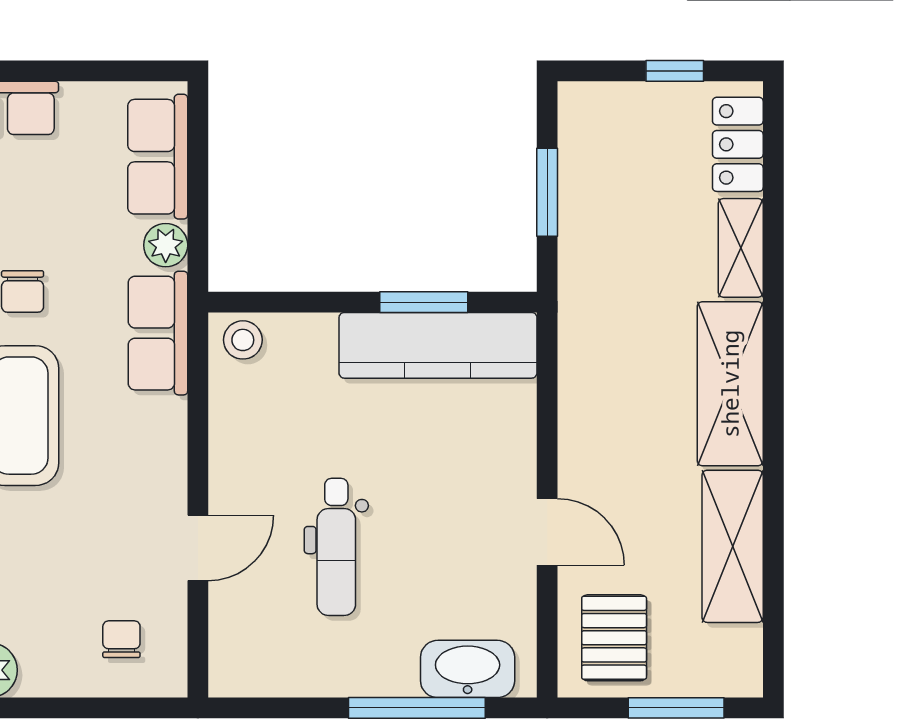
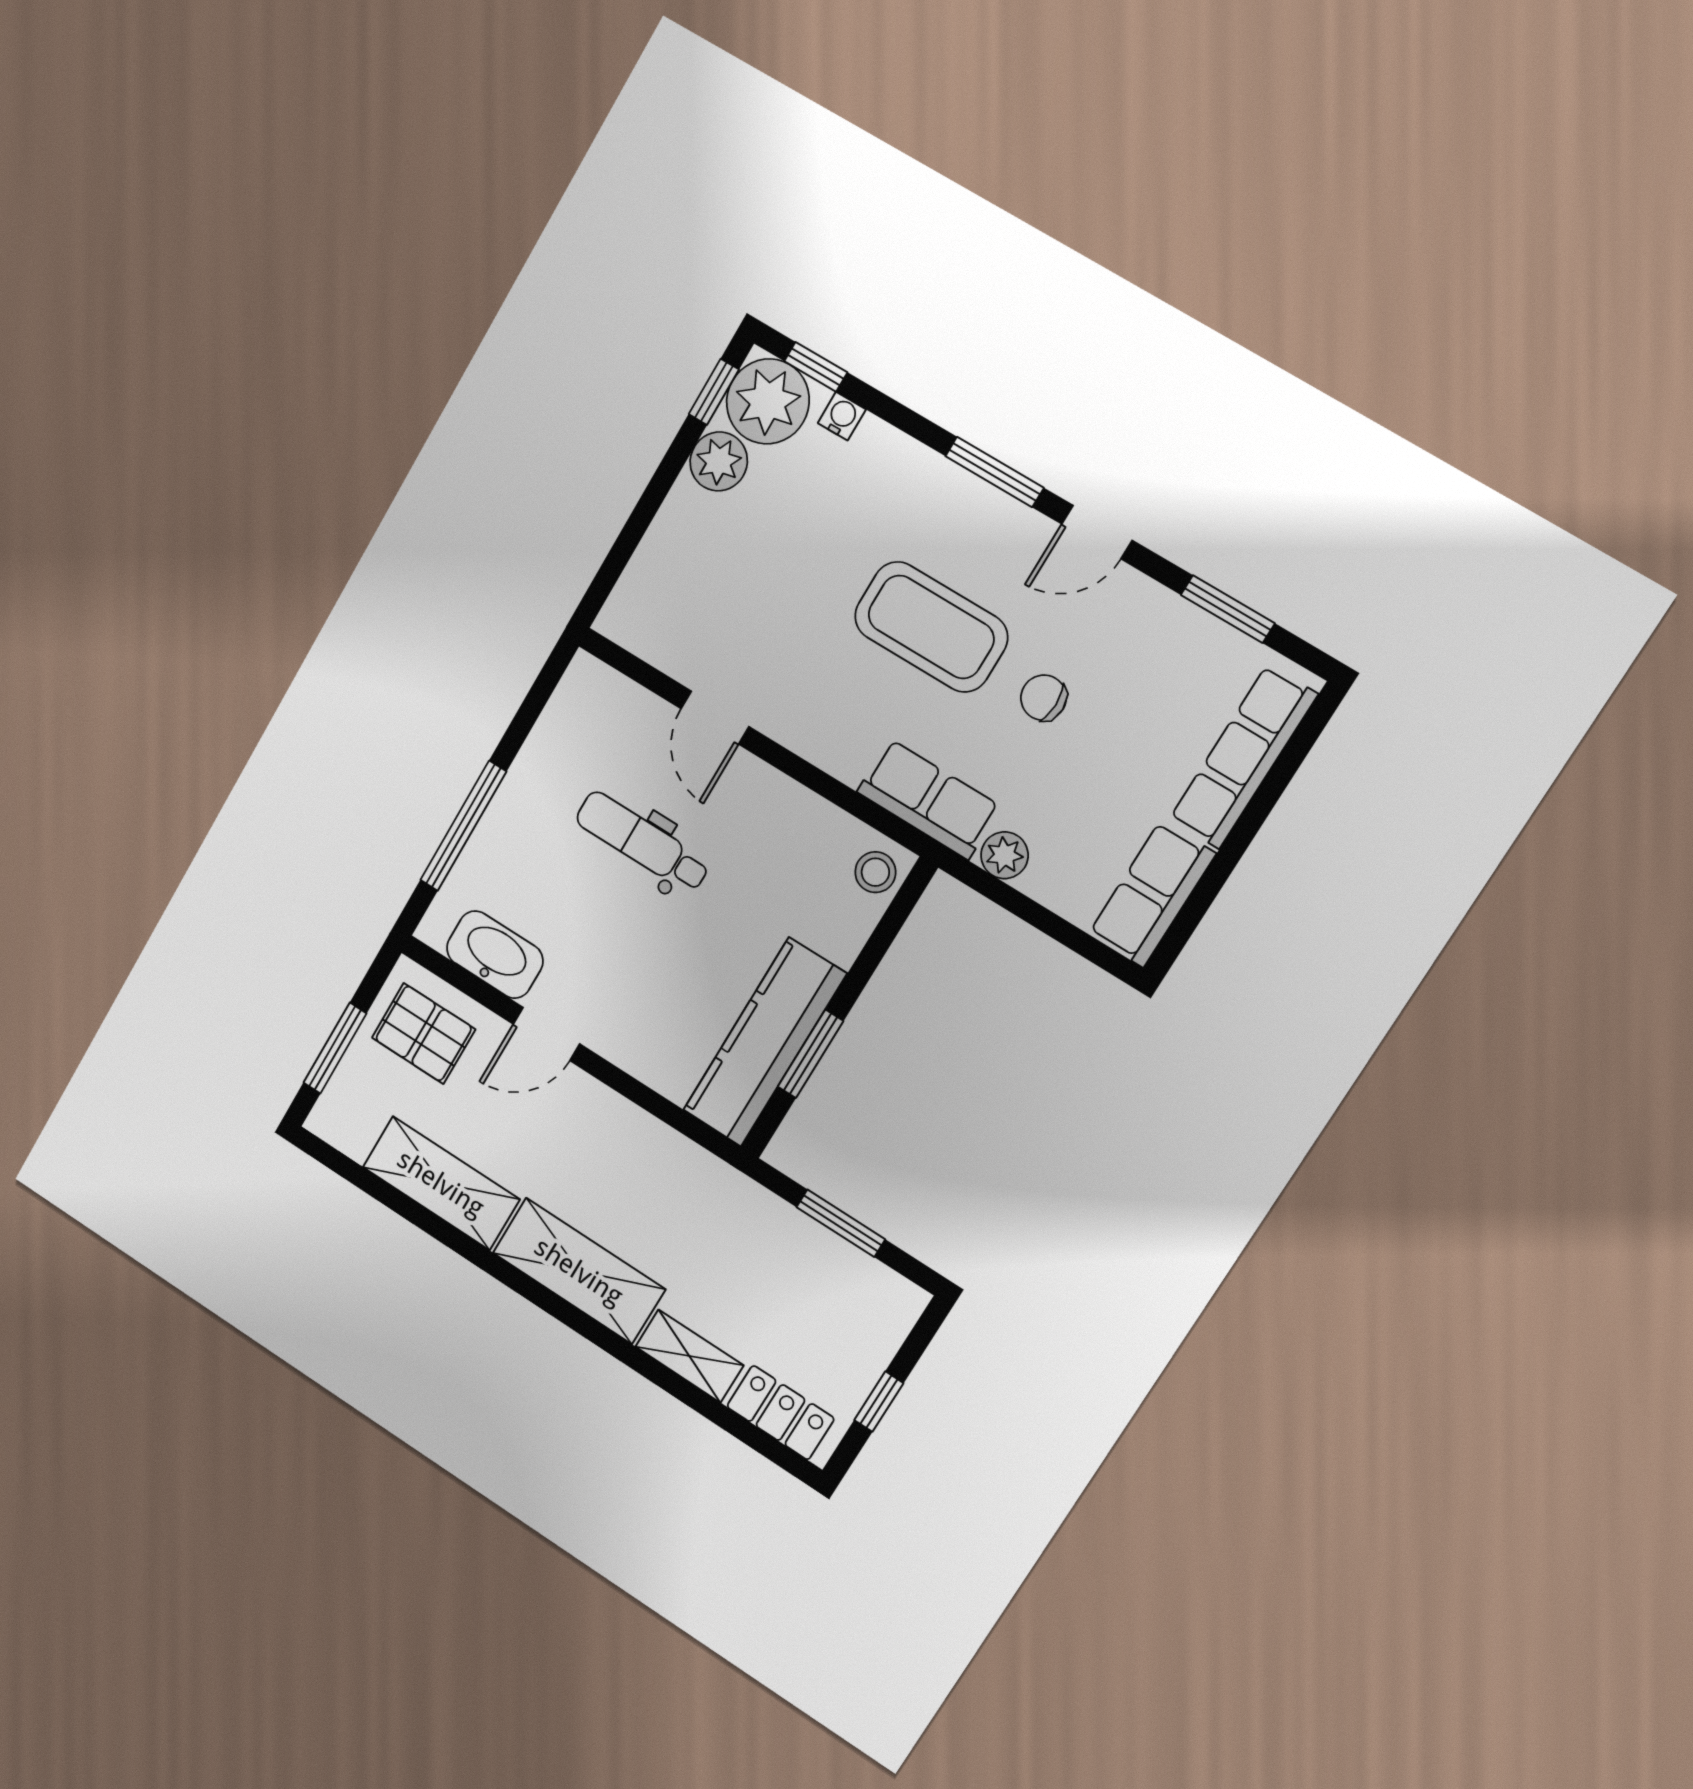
row of seats: (158, 157) -> (1152, 894), moved, turned -90
chair: (121, 639) -> (675, 599), removed
washbasin: (468, 669) -> (495, 955), moved, turned -90

